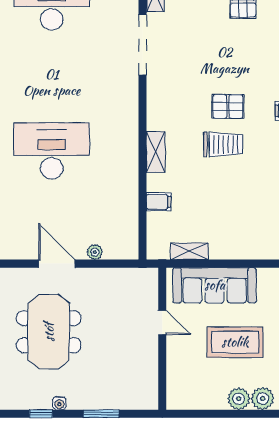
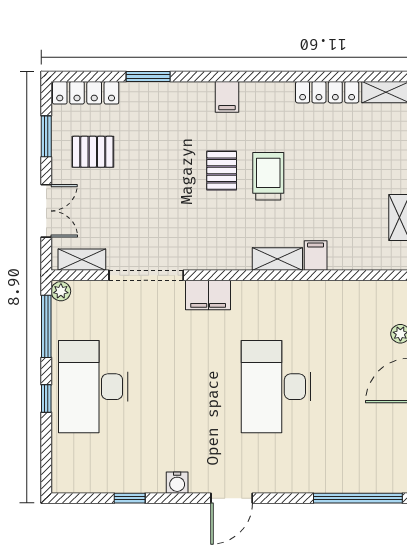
filing cabinet: (126, 95) -> (208, 295), added
filing cabinet: (159, 202) -> (316, 255), moved

